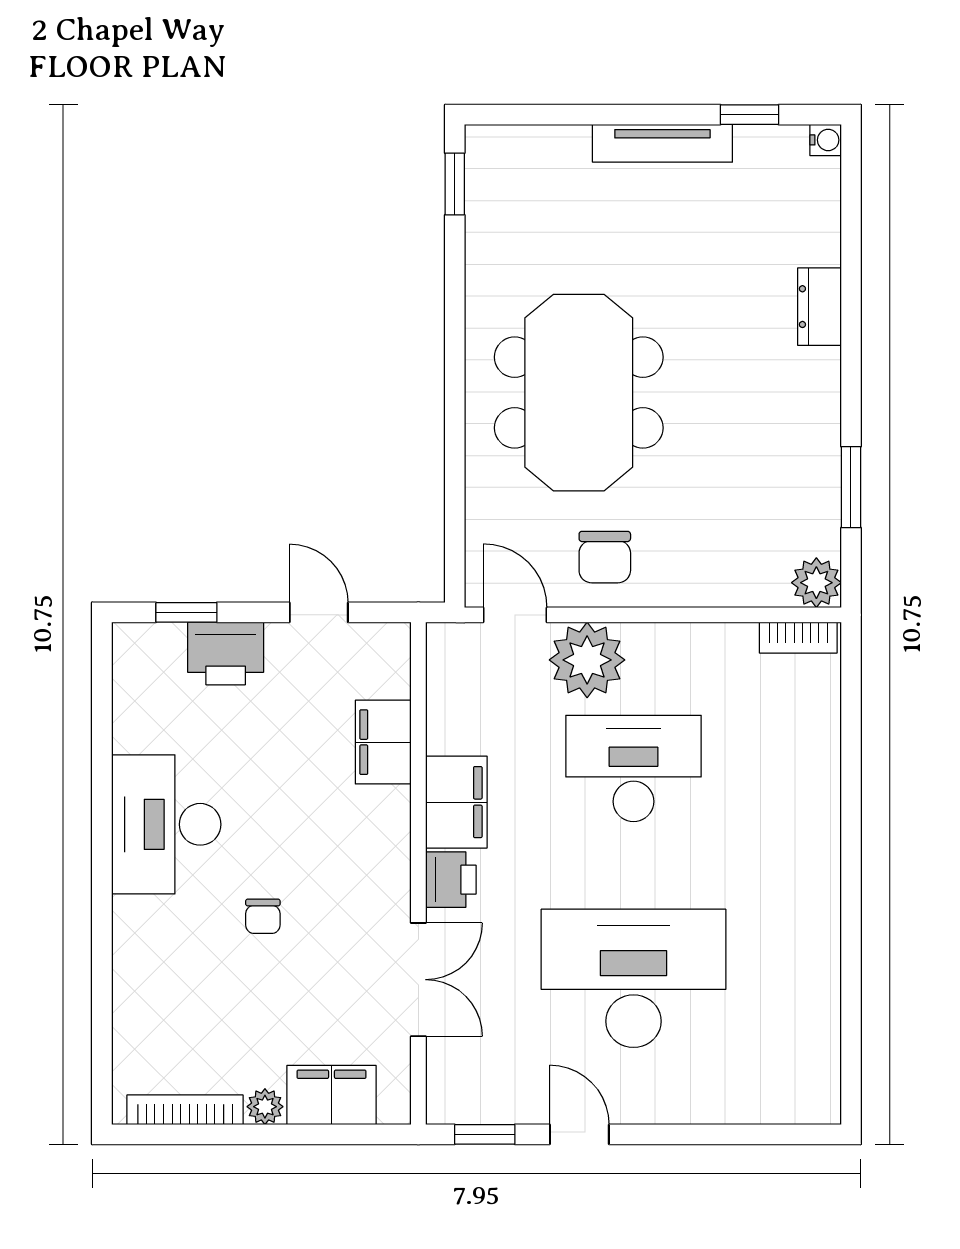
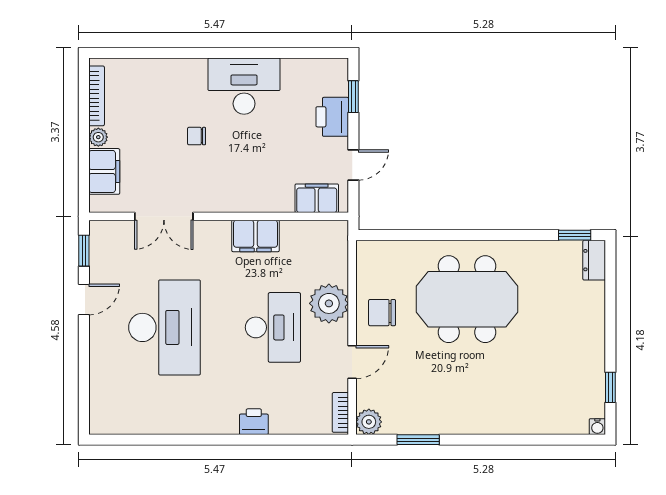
tv unit: (662, 143) -> (596, 342), removed
dresser: (819, 307) -> (594, 260), moved, turned -90
door: (515, 615) -> (352, 362), moved
filing cabinet: (383, 742) -> (317, 198), moved
printer: (451, 880) -> (254, 422), moved, turned 180

